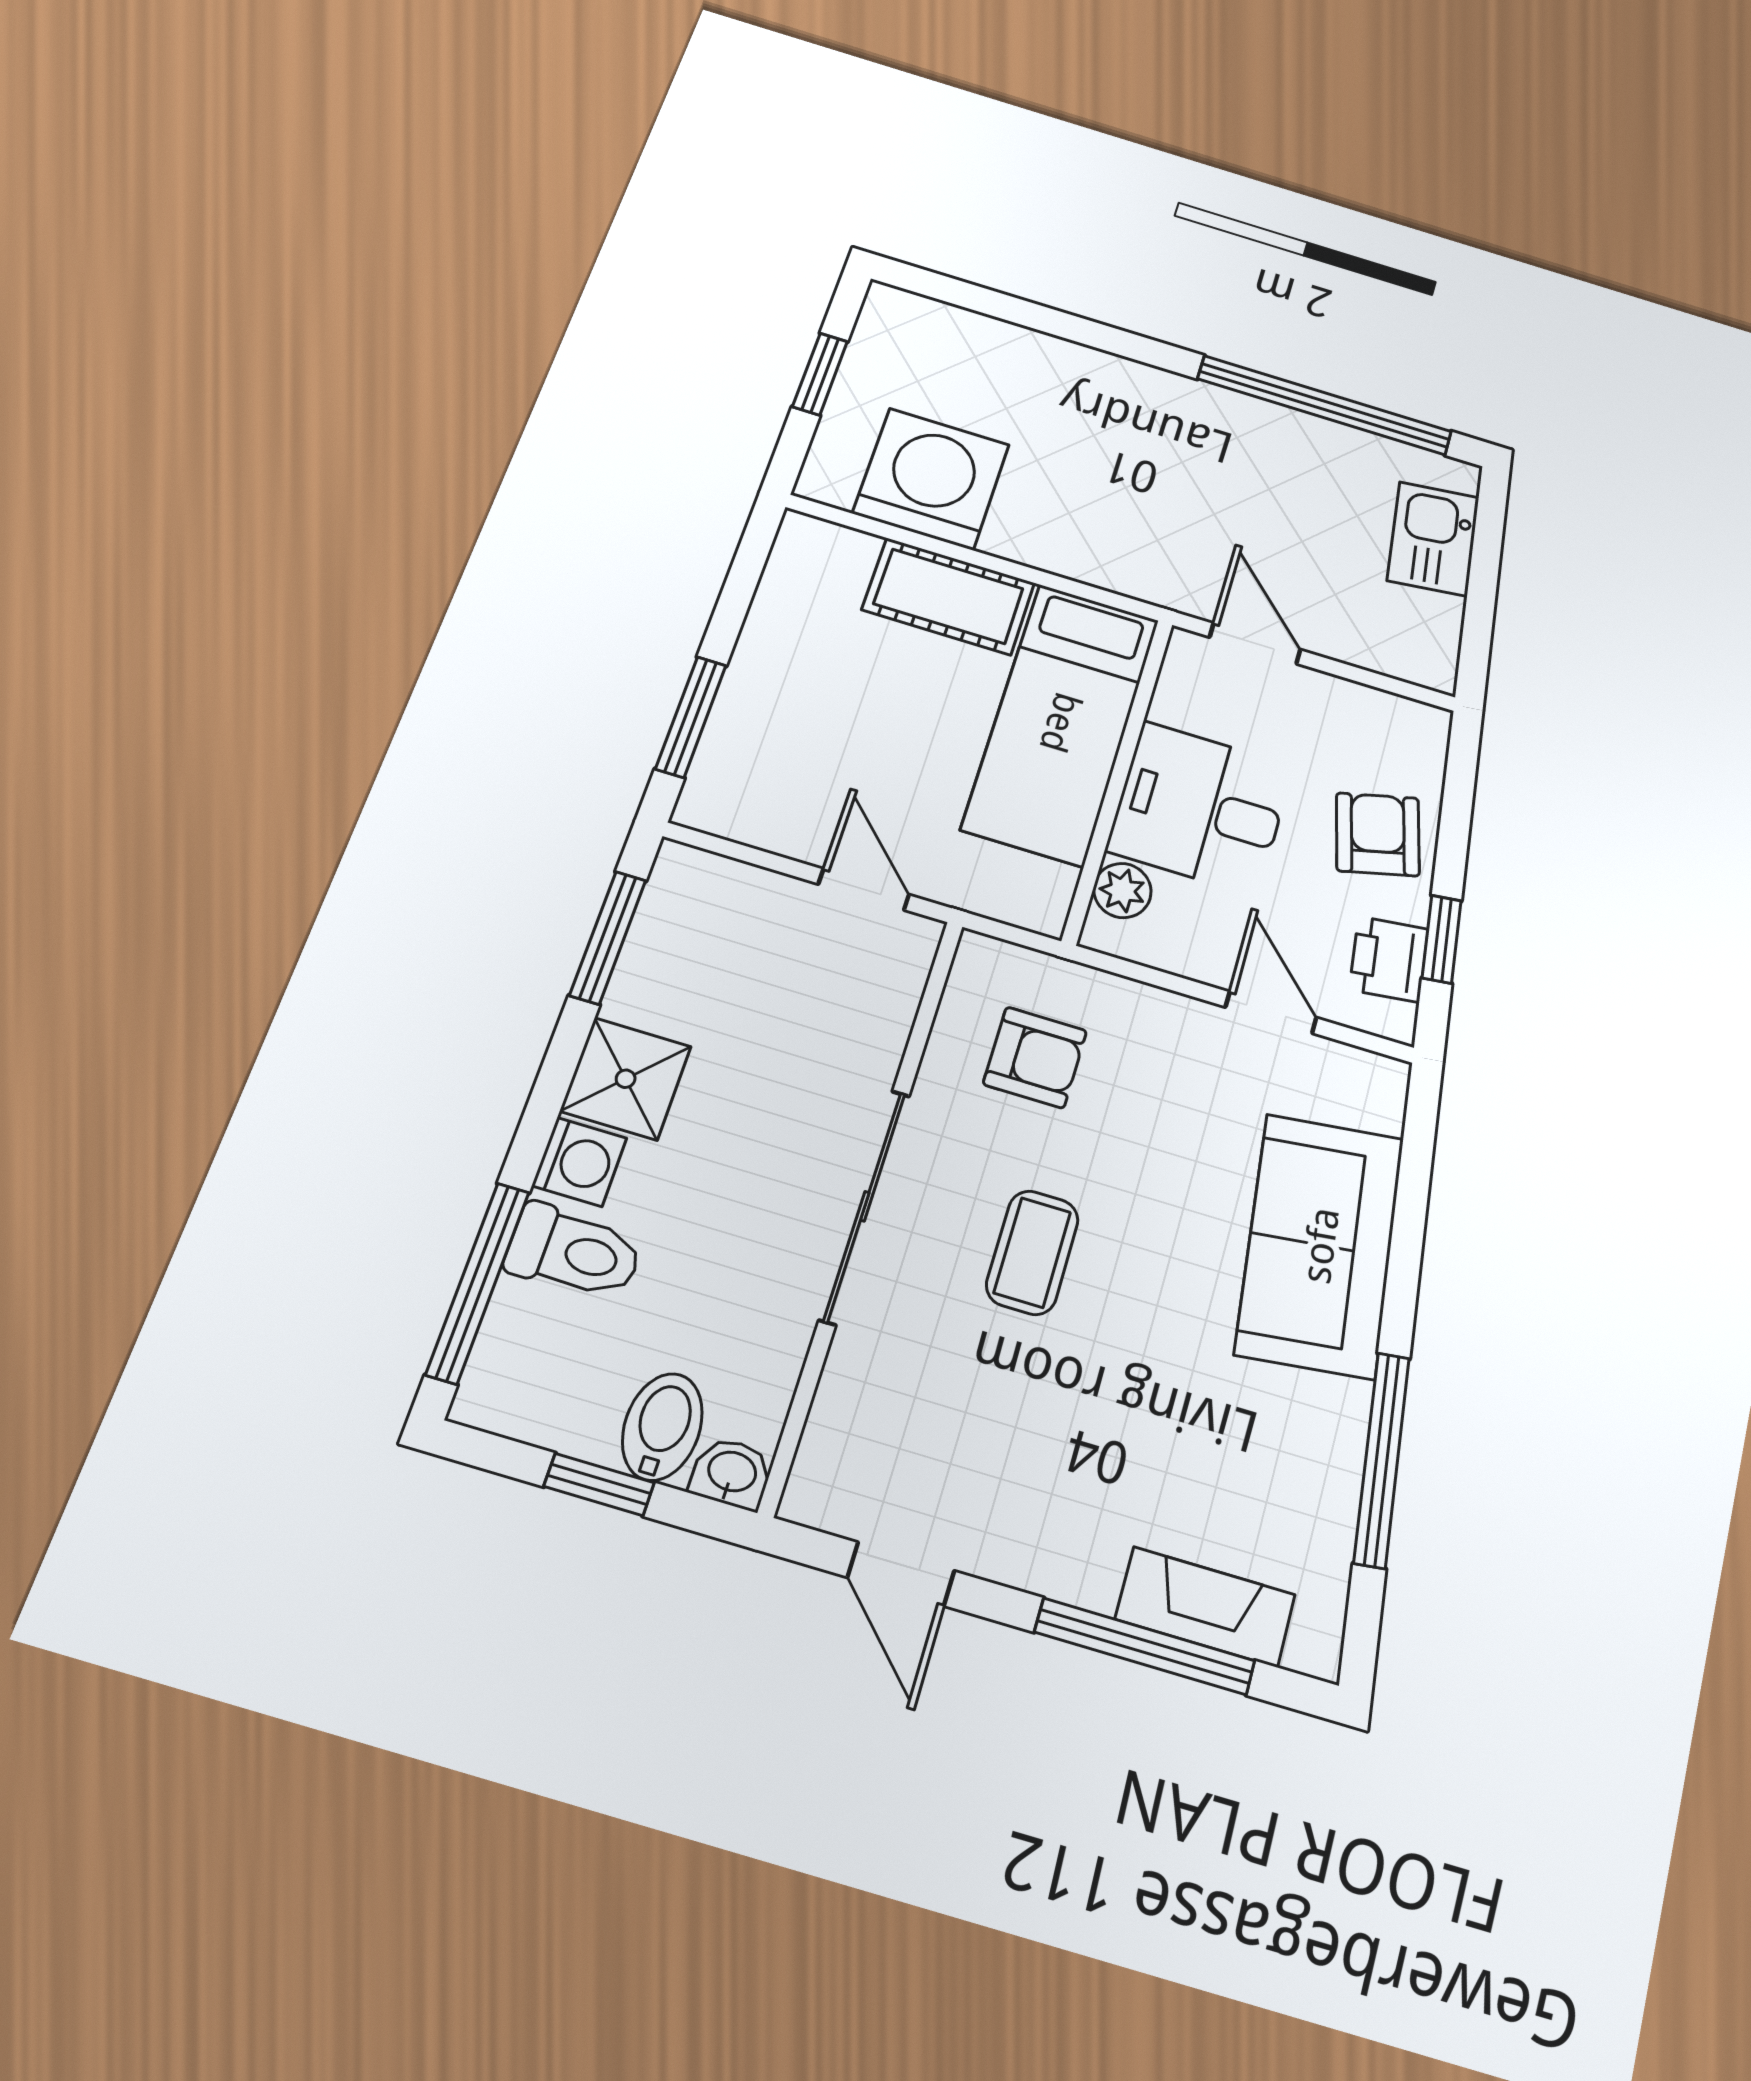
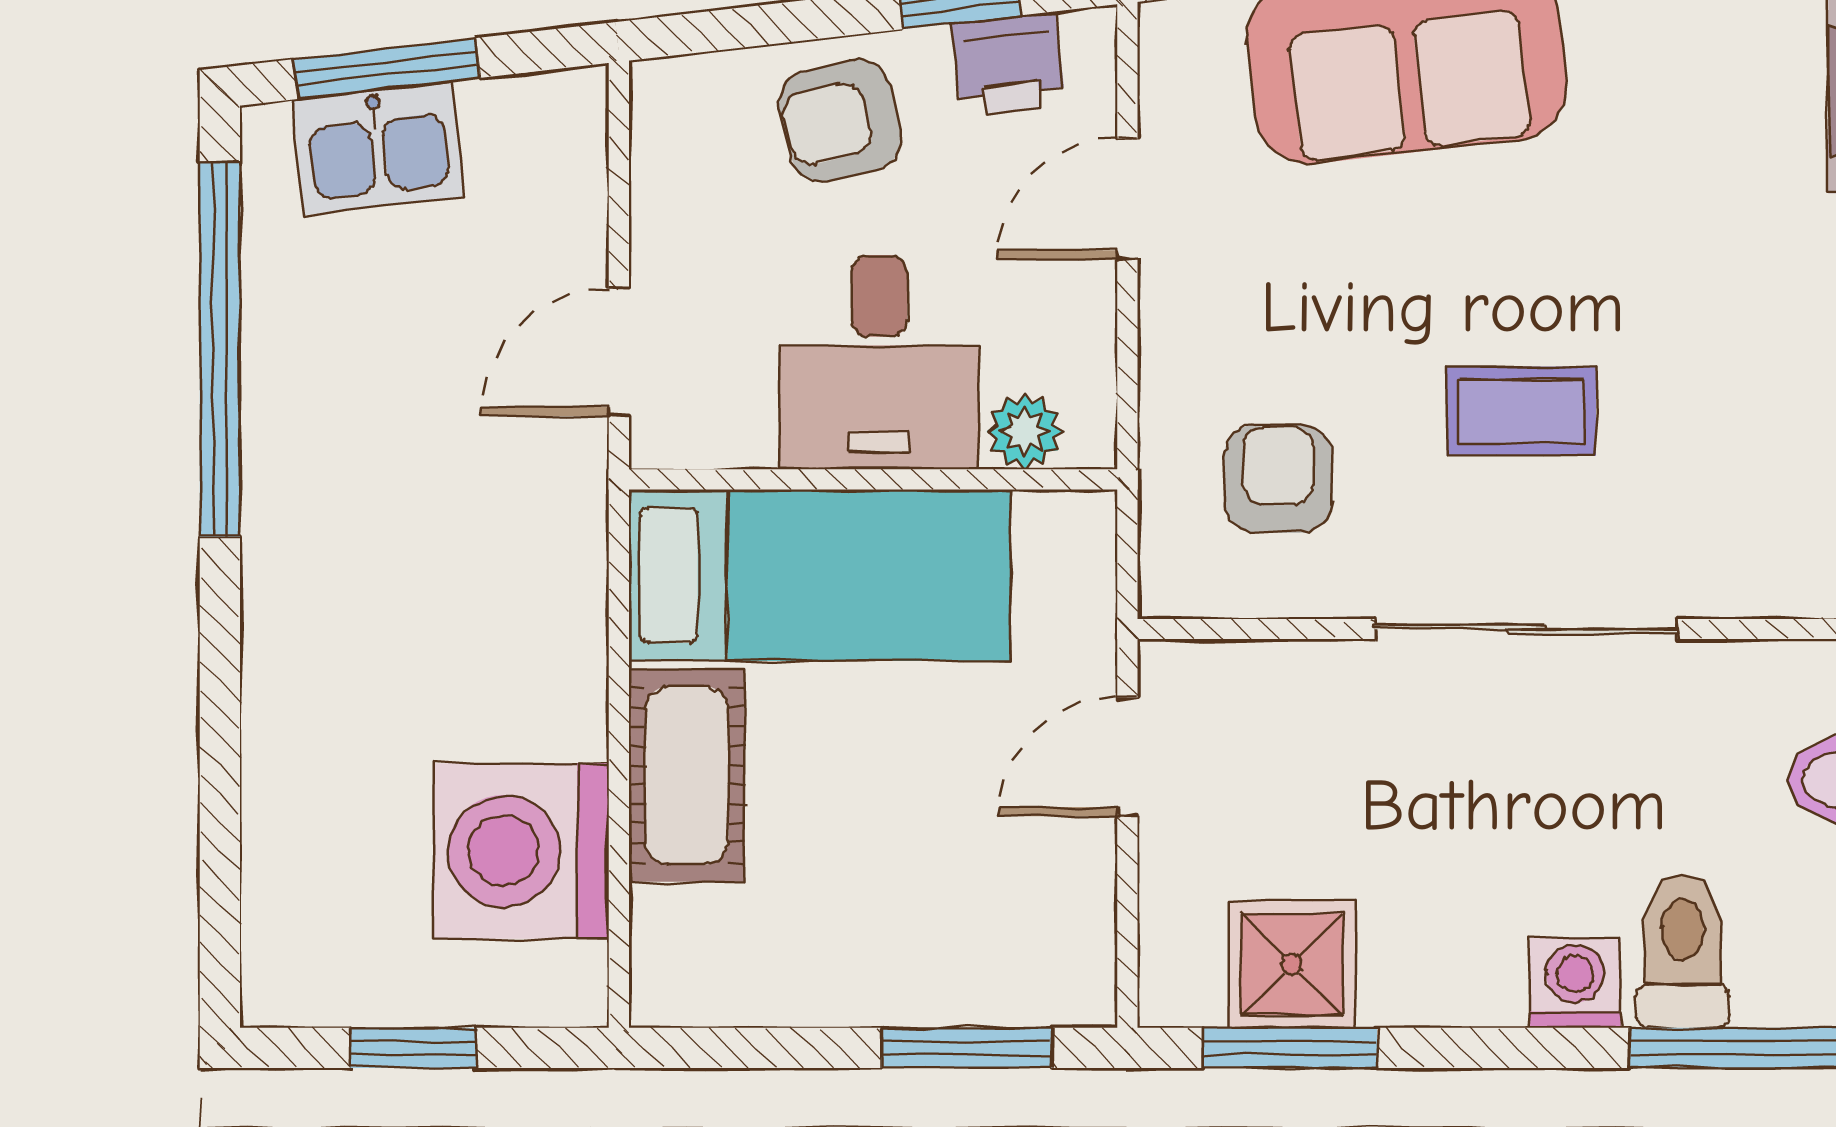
window: (1485, 561) -> (387, 69), added
shower: (626, 1079) -> (1292, 964), moved

